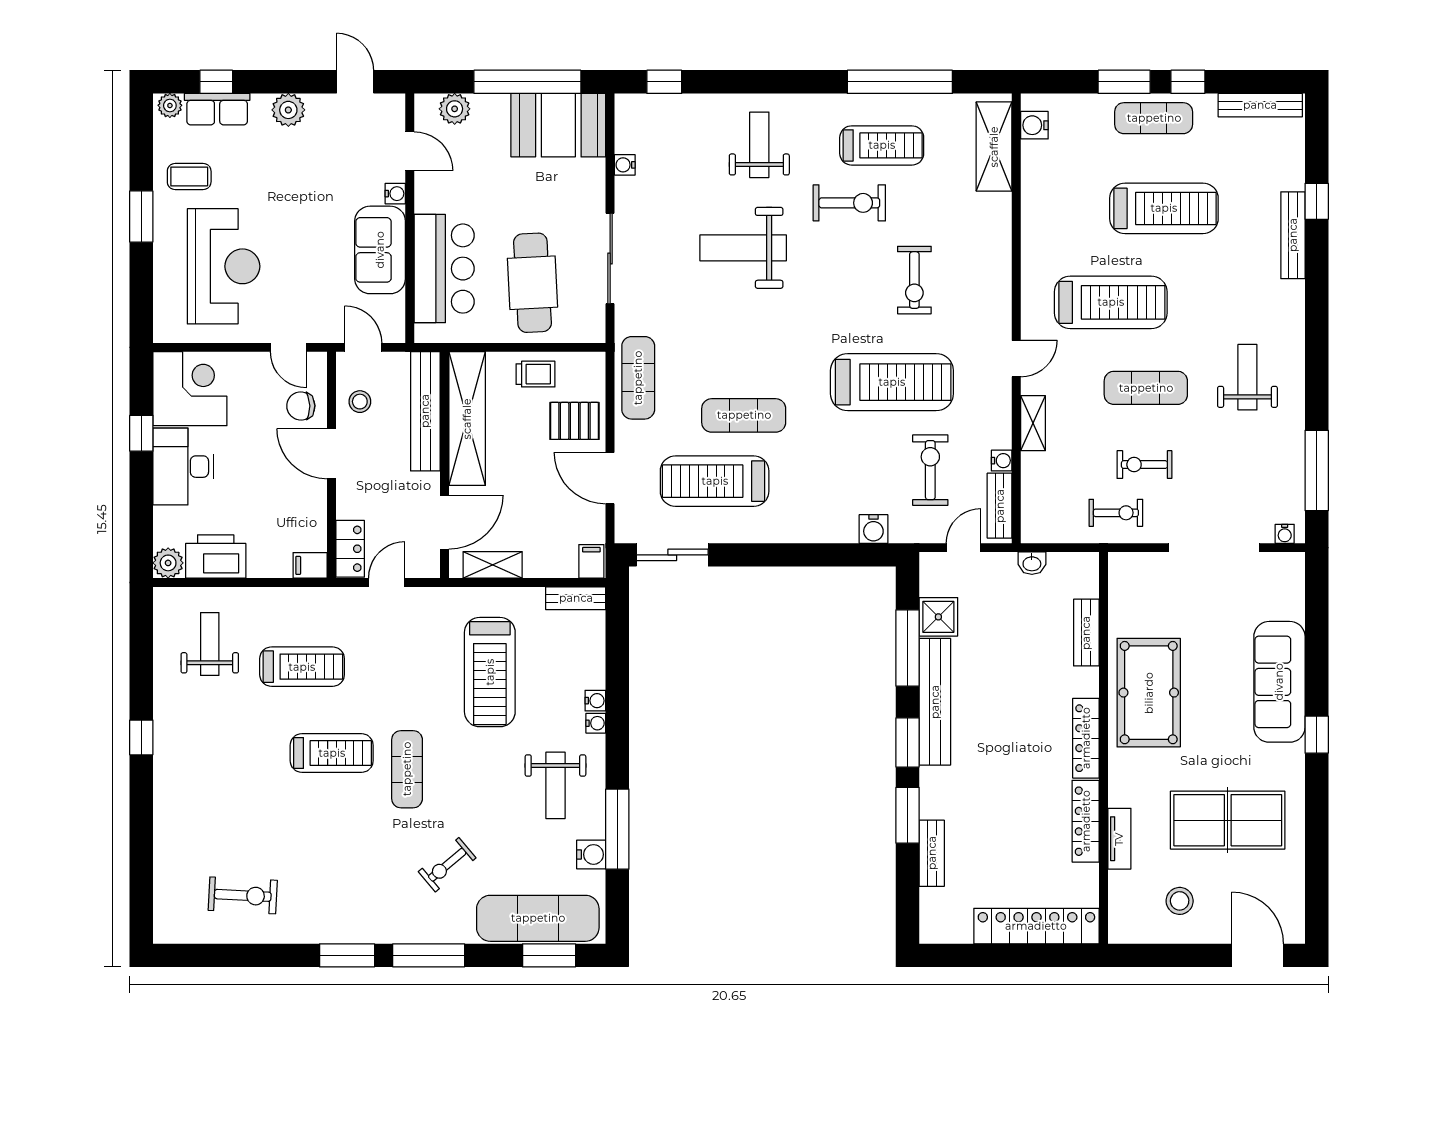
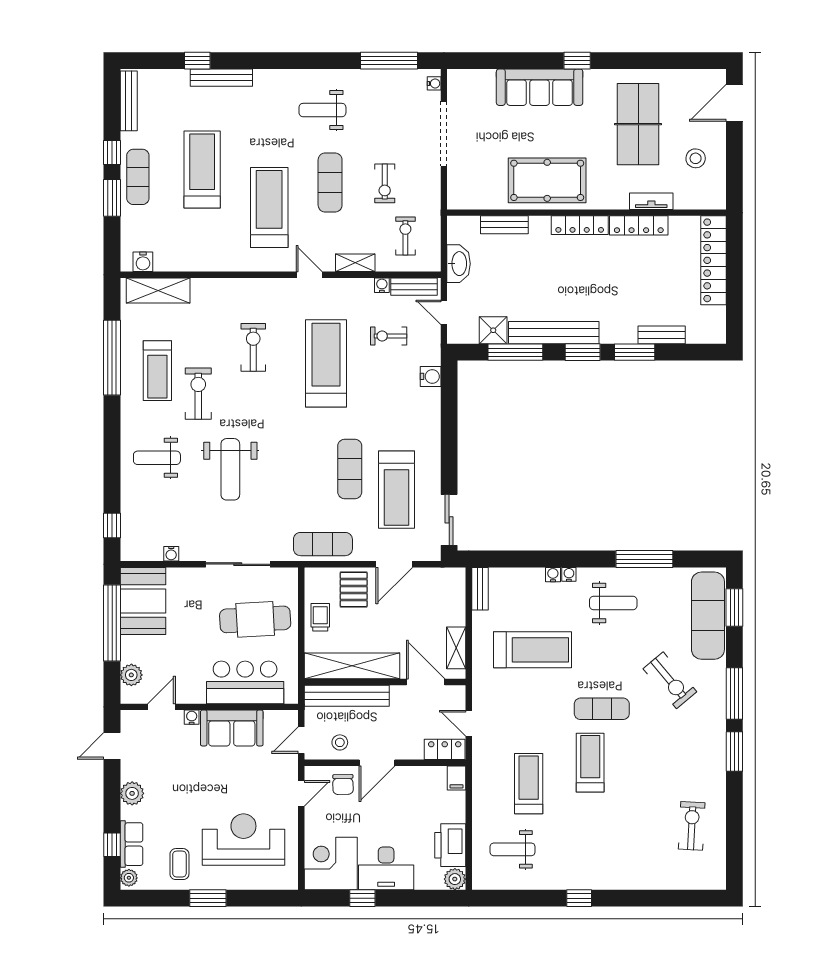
treadmill: (882, 145) -> (157, 371), turned 180
exercise bike: (914, 280) -> (253, 347), turned -90
exercise bike: (930, 470) -> (389, 336), width x0.73, depth x0.72
exercise bike: (1116, 513) -> (405, 236), moved
filing cabinet: (591, 561) -> (454, 577), removed
washbasin: (1032, 563) -> (459, 264), width x1.91, depth x1.45
water cooler: (591, 854) -> (663, 578), removed
exercise bike: (447, 865) -> (670, 680), width x1.38, depth x1.39

